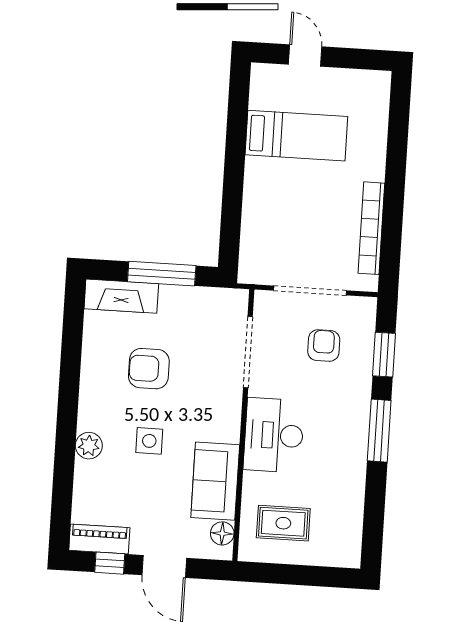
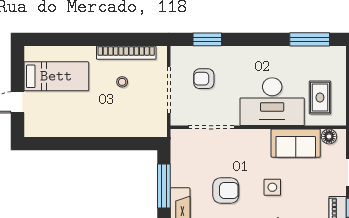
bed: (296, 136) -> (56, 76), moved, turned 90
stool: (327, 219) -> (122, 82), added
armchair: (149, 369) -> (226, 190), turned -90
window: (379, 431) -> (310, 39), moved
desk: (274, 435) -> (272, 102), width x1.36, depth x1.30

